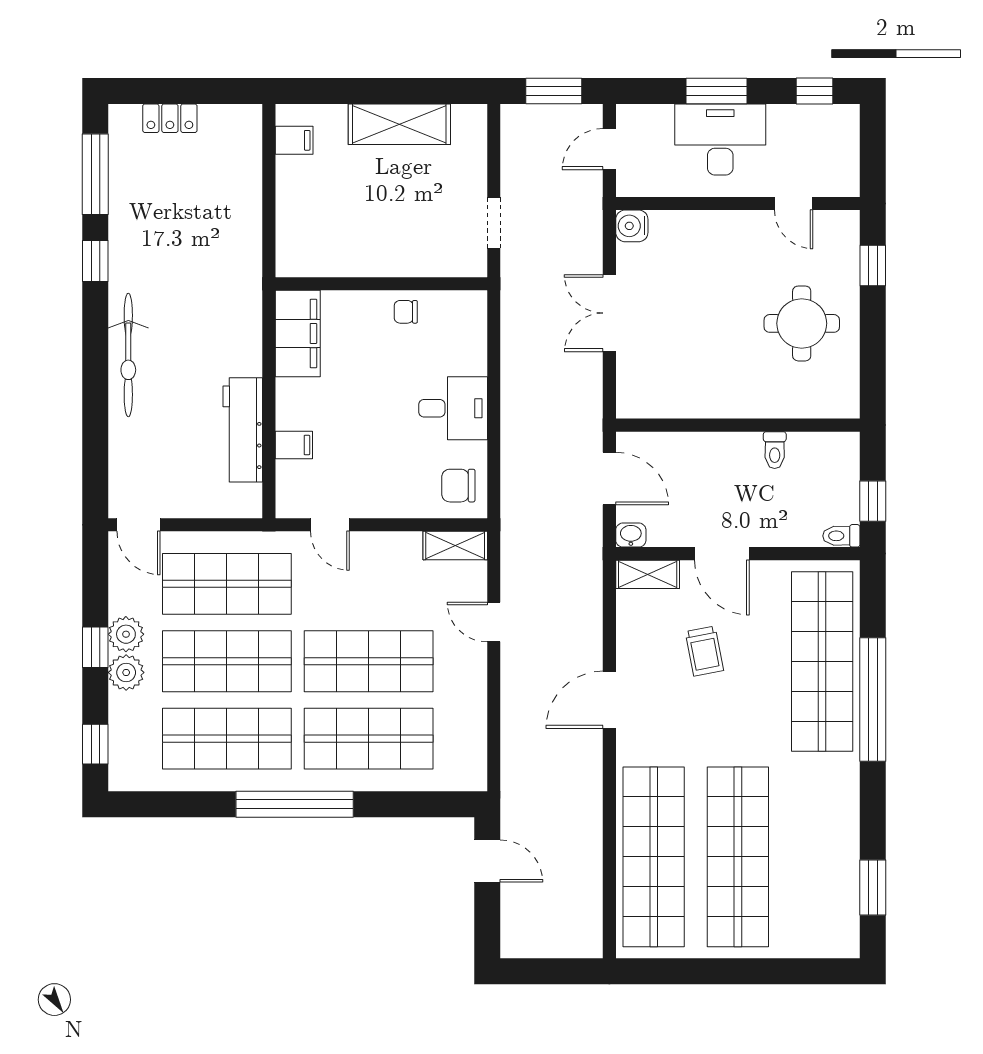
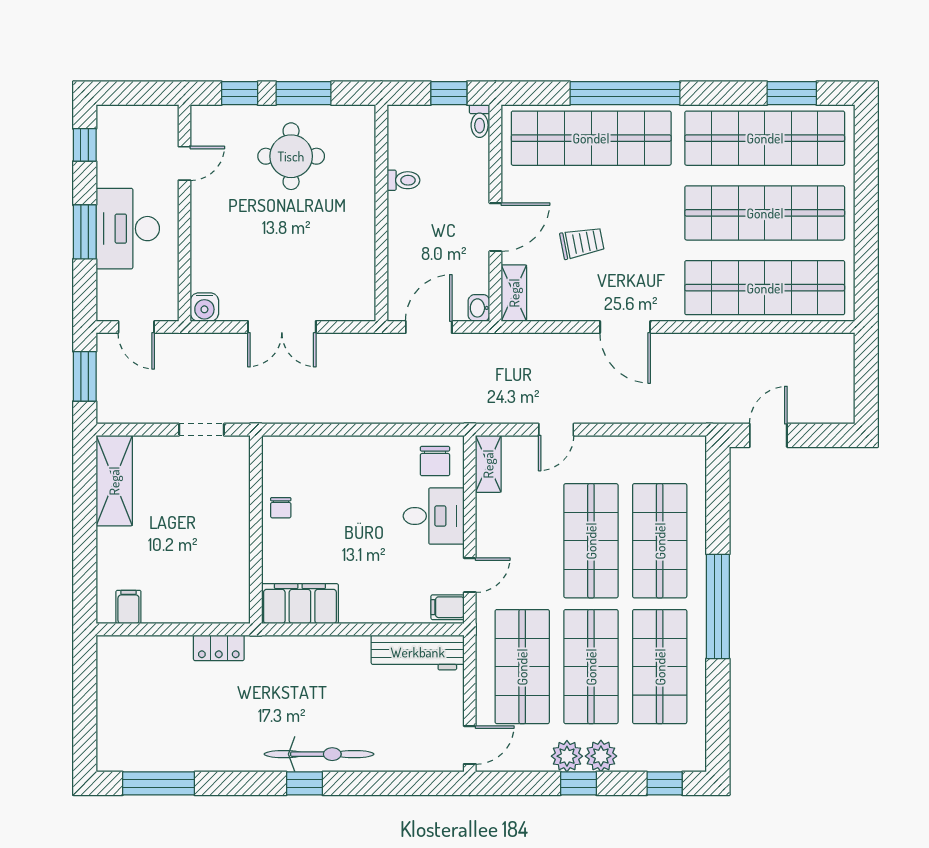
locker: (170, 118) -> (219, 648), moved, turned 90
shelving: (399, 124) -> (114, 481), moved
window: (95, 261) -> (304, 783), moved
window: (873, 338) -> (304, 93), added
desk: (453, 408) -> (434, 516), moved, turned 90
workbench: (243, 430) -> (418, 652), moved
filing cabinet: (294, 445) -> (447, 607), moved, turned -90
shop shelf: (822, 857) -> (765, 138), added

